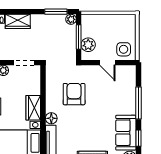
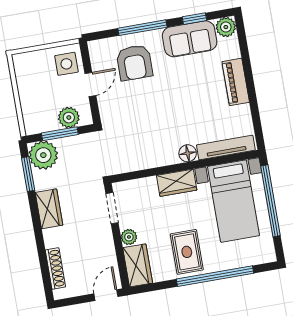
plant: (71, 19) -> (43, 155), width x1.88, depth x1.88
wardrobe: (18, 21) -> (49, 209), moved
armchair: (74, 94) -> (134, 63), moved, turned -90

